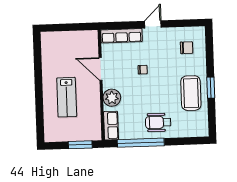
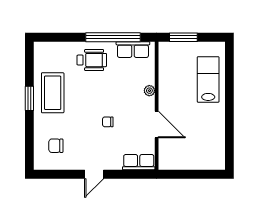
row of seats: (121, 36) -> (139, 162), width x0.68
lab bench: (67, 97) -> (208, 79), moved
plant: (112, 98) -> (149, 91), width x0.53, depth x0.53
row of seats: (111, 126) -> (133, 50), moved, turned -90

